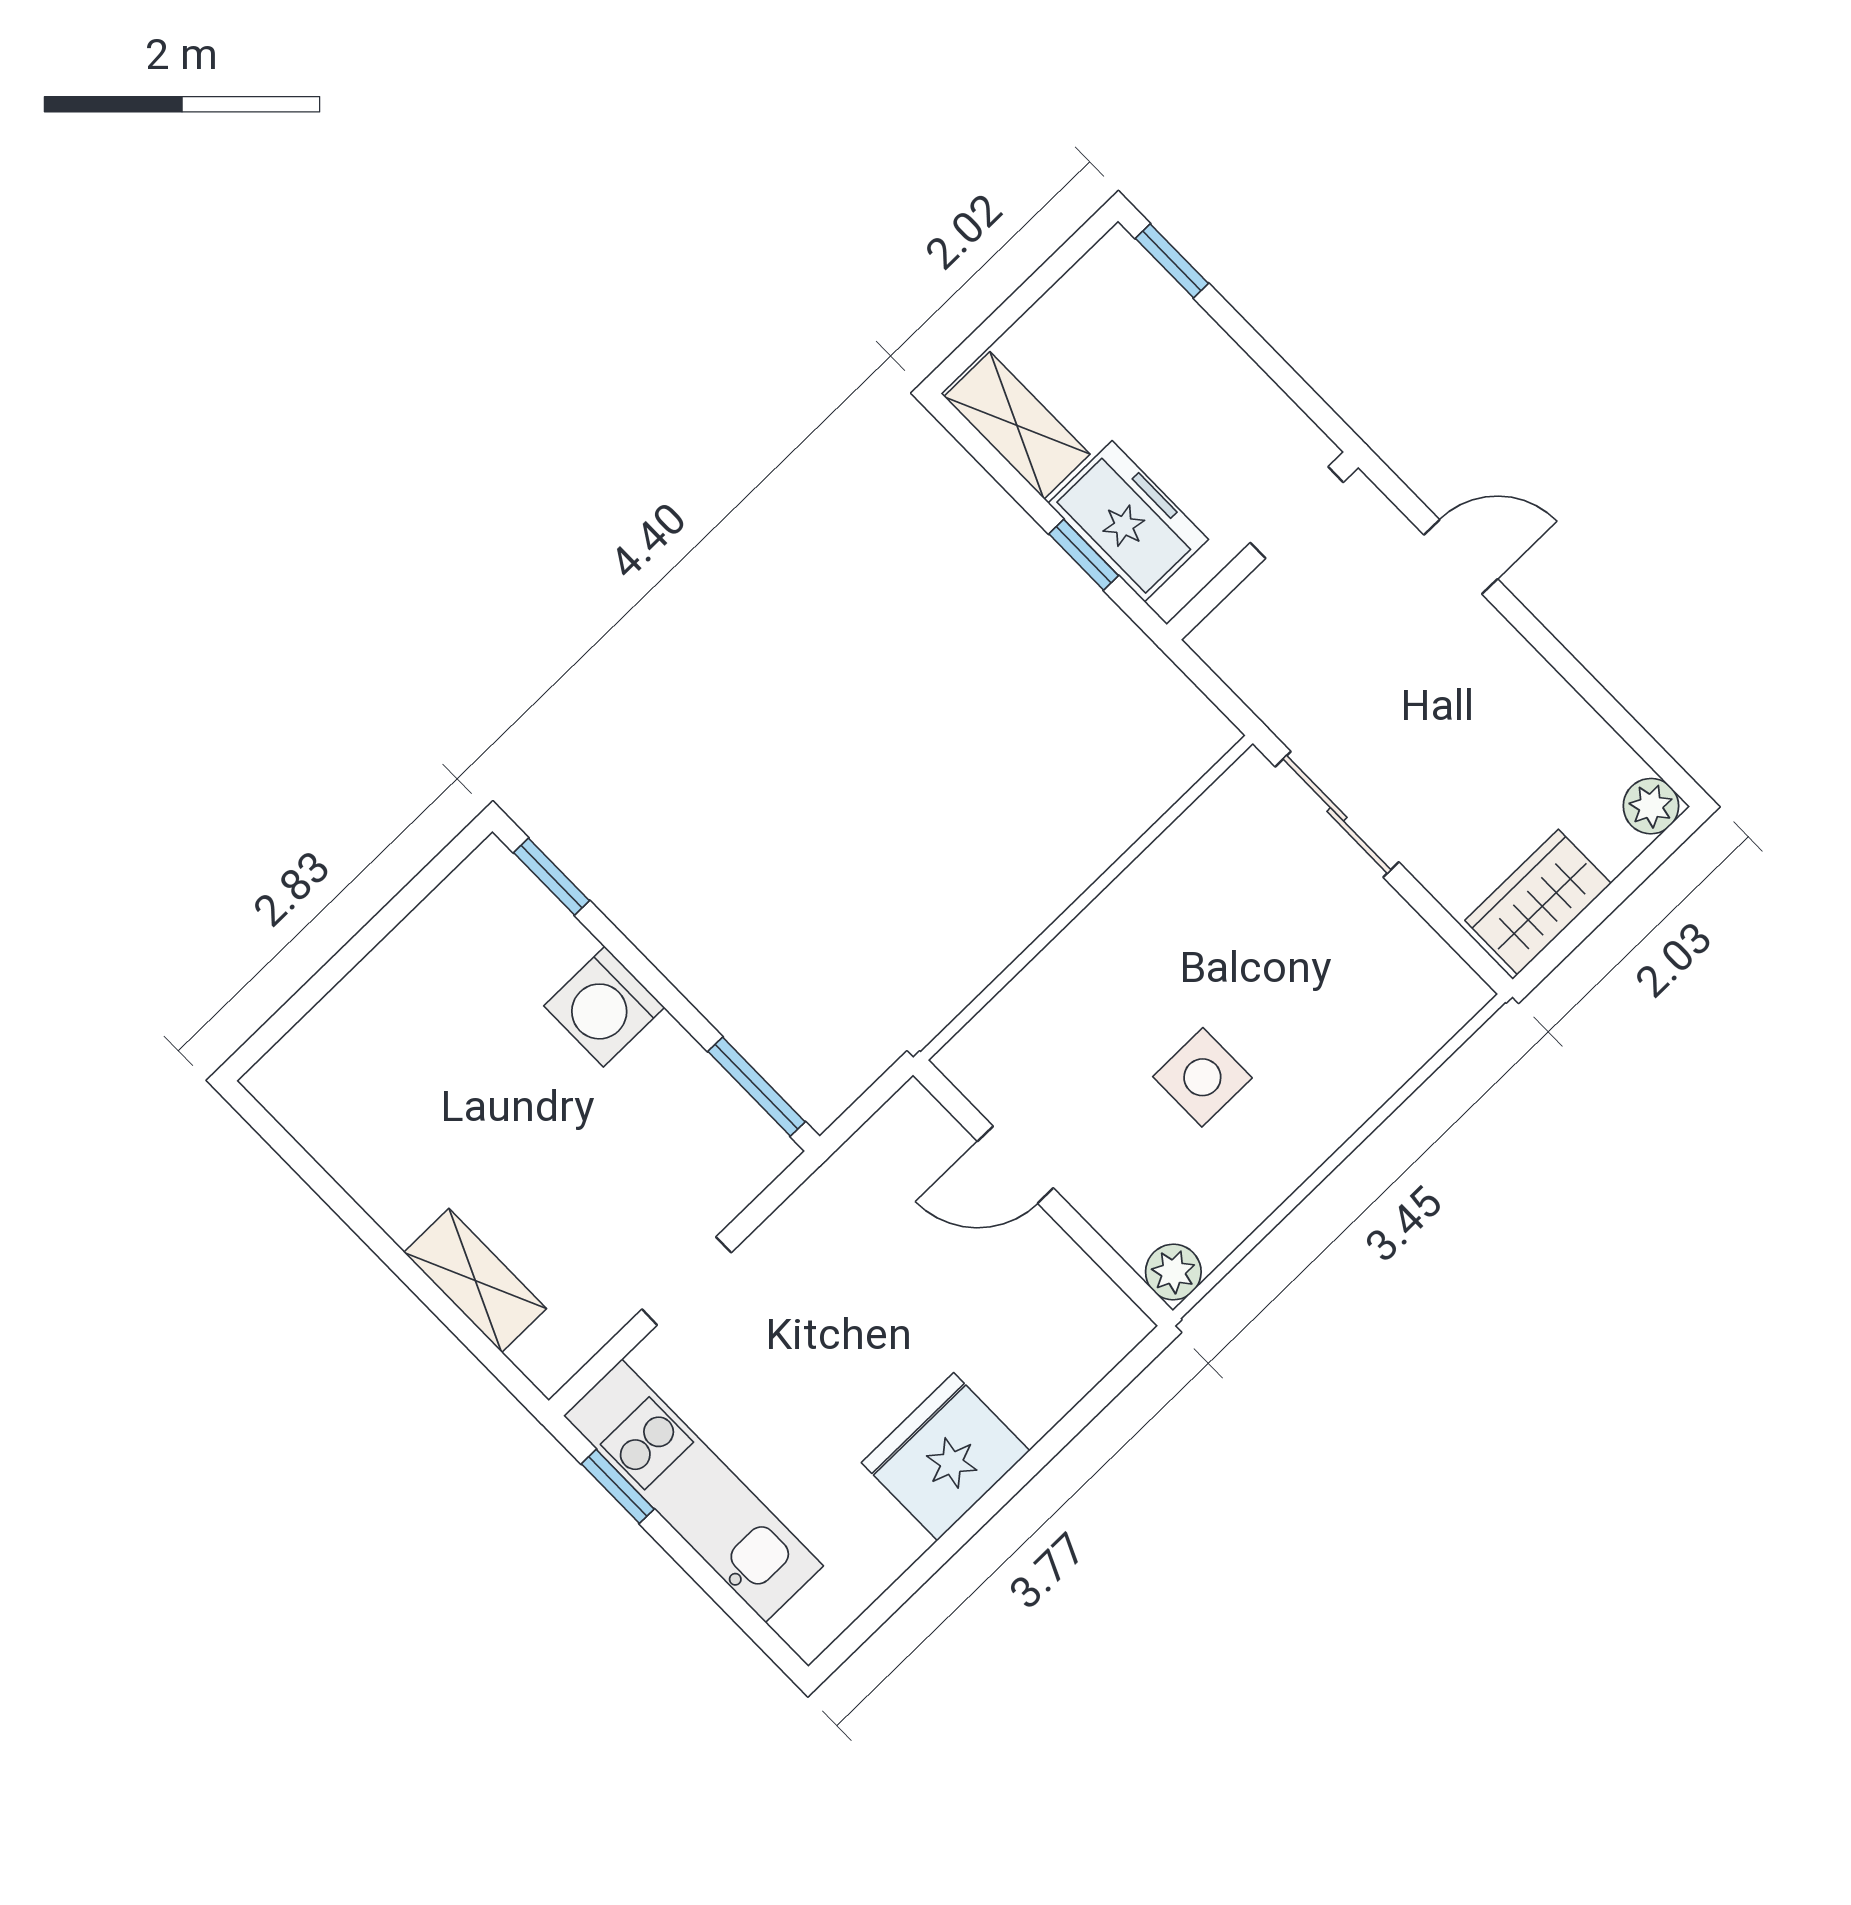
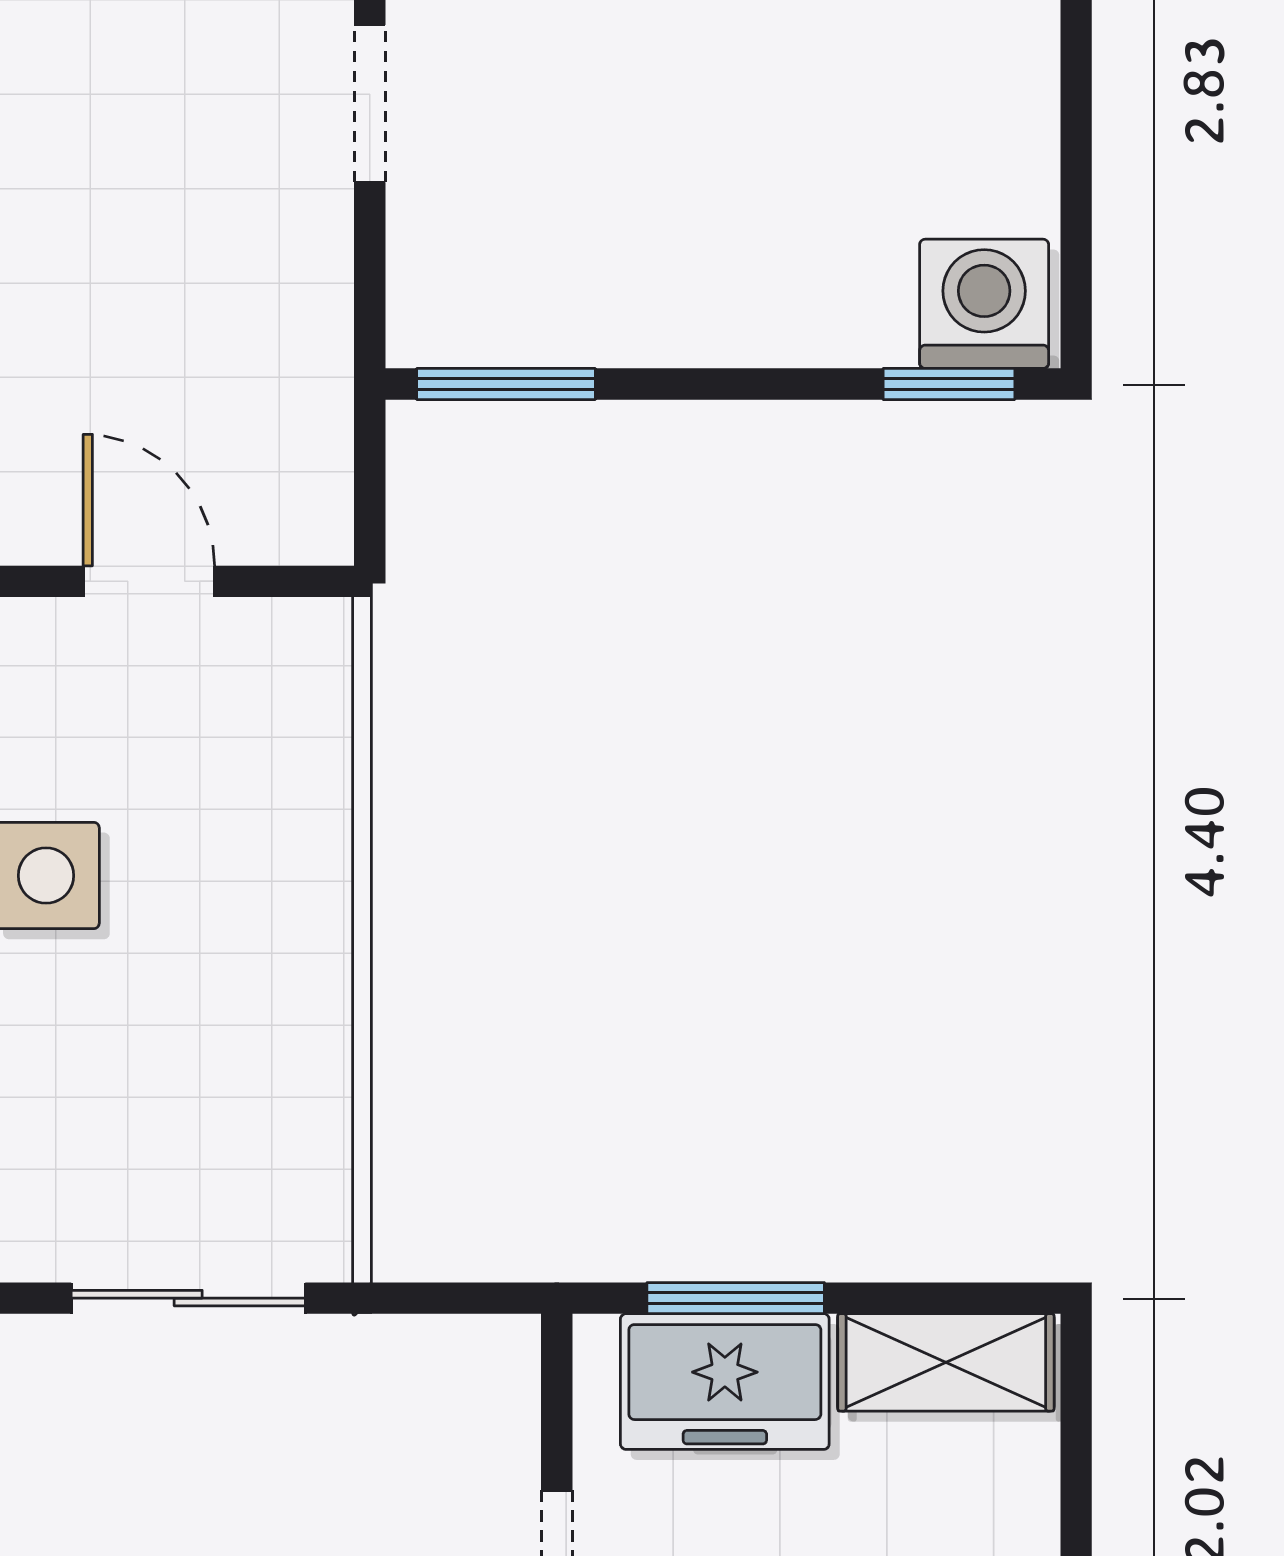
window: (1084, 555) -> (736, 1298), width x1.50
washing machine: (604, 1007) -> (984, 304), moved
door: (1015, 1165) -> (149, 581), hinge flipped

